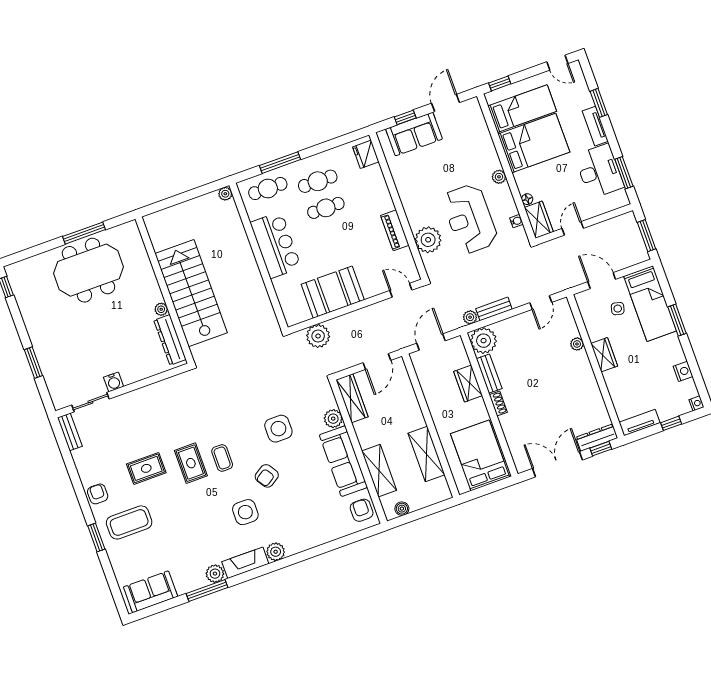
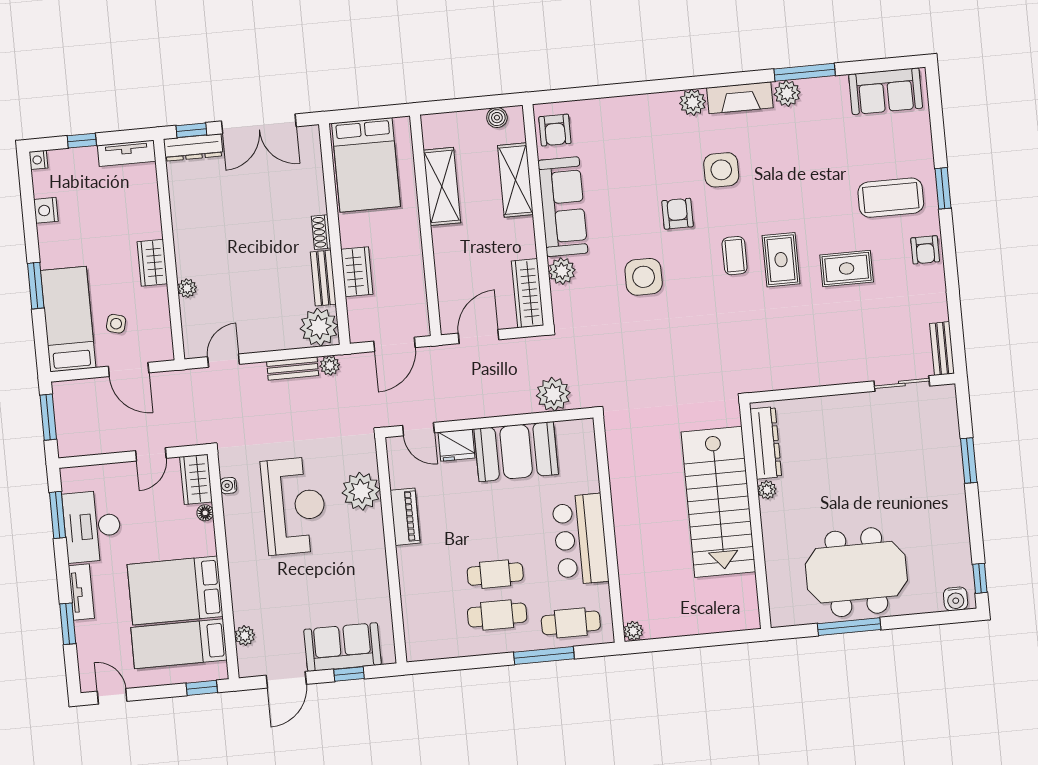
fridge: (366, 154) -> (457, 445), moved, turned 90
plant: (499, 177) -> (245, 636), moved
water cooler: (114, 382) -> (956, 599), moved, turned 180
armchair: (267, 476) -> (678, 214), turned -57

